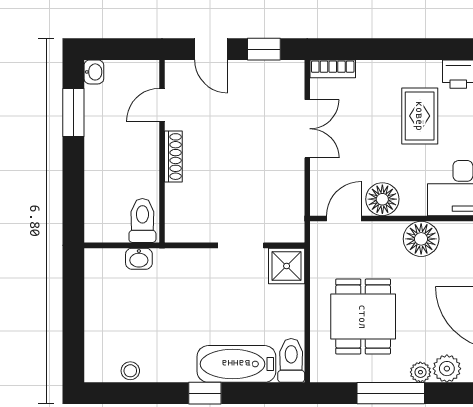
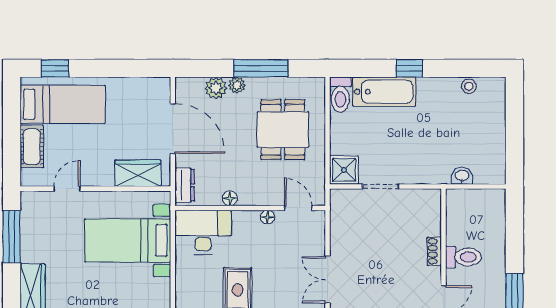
shoe rack: (173, 157) -> (434, 251), width x0.70
floor lamp: (382, 199) -> (267, 217), width x0.53, depth x0.53
door: (344, 218) -> (298, 208), swing flipped
toilet: (142, 221) -> (463, 257), moved, turned -90
floor lamp: (421, 239) -> (230, 198), width x0.53, depth x0.53

